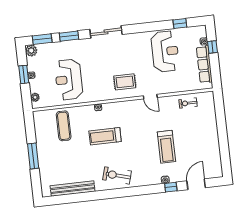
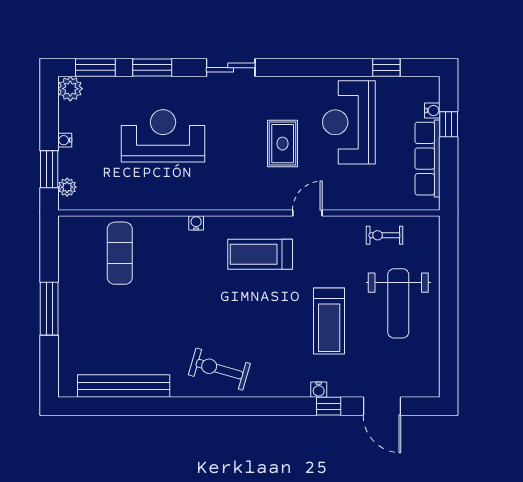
sliding door: (106, 32) -> (231, 68), width x0.73
reception desk: (165, 51) -> (349, 122), turned 180
window: (24, 74) -> (49, 169), moved
reception desk: (69, 80) -> (163, 136), moved, turned 90
rug: (125, 82) -> (283, 144), moved, turned 90
door: (150, 97) -> (307, 213), swing flipped
weight bench: (198, 135) -> (398, 303), added
treadmill: (105, 136) -> (260, 254), moved
door: (196, 184) -> (382, 406), swing flipped

